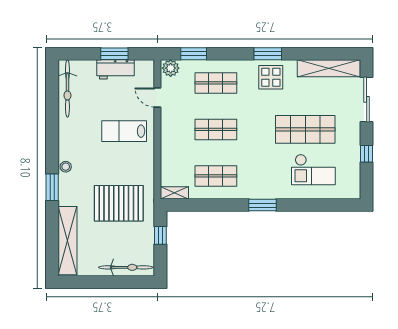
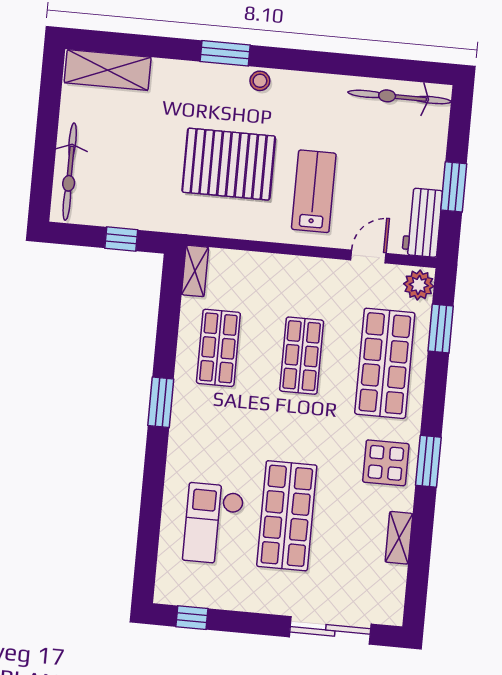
shelving: (329, 68) -> (399, 538), width x0.45, depth x0.75
workbench: (115, 69) -> (422, 223), moved
shop shelf: (216, 83) -> (385, 363), width x1.43, depth x1.36
window: (367, 154) -> (192, 618), moved
pallet: (119, 203) -> (229, 164), moved, turned 90
window: (262, 205) -> (161, 402), moved
shelving: (67, 241) -> (108, 70), width x0.68

